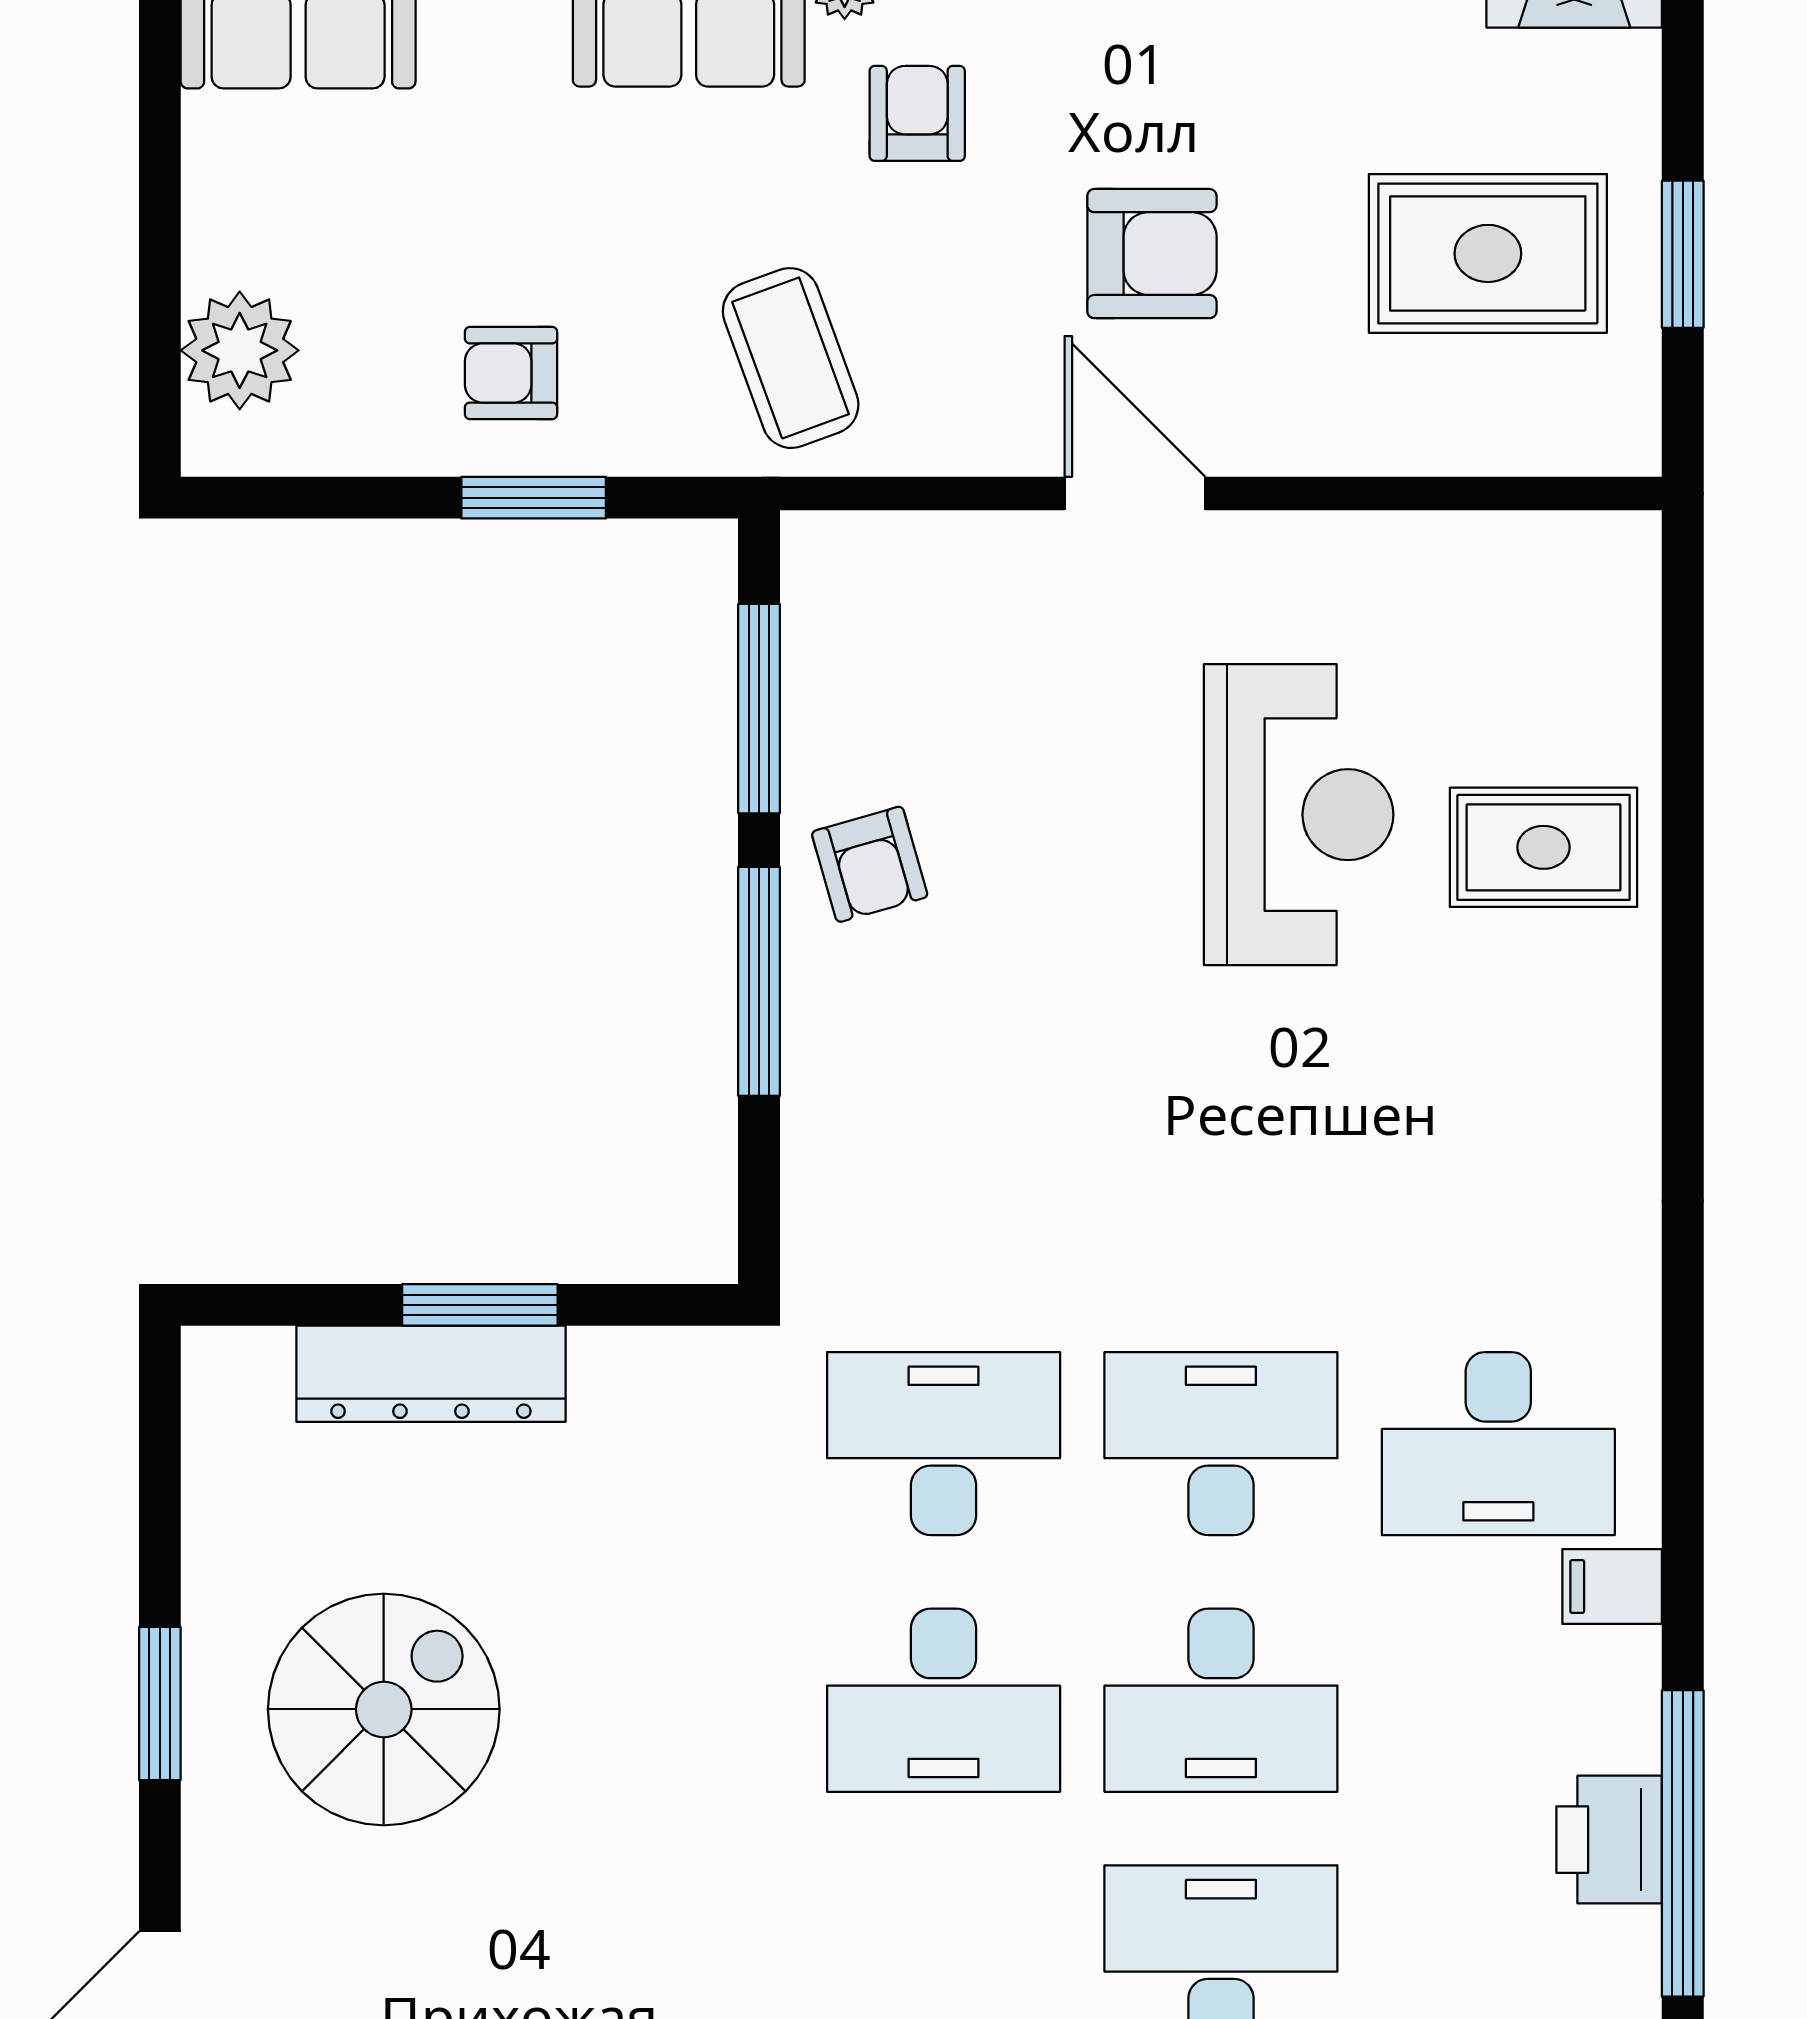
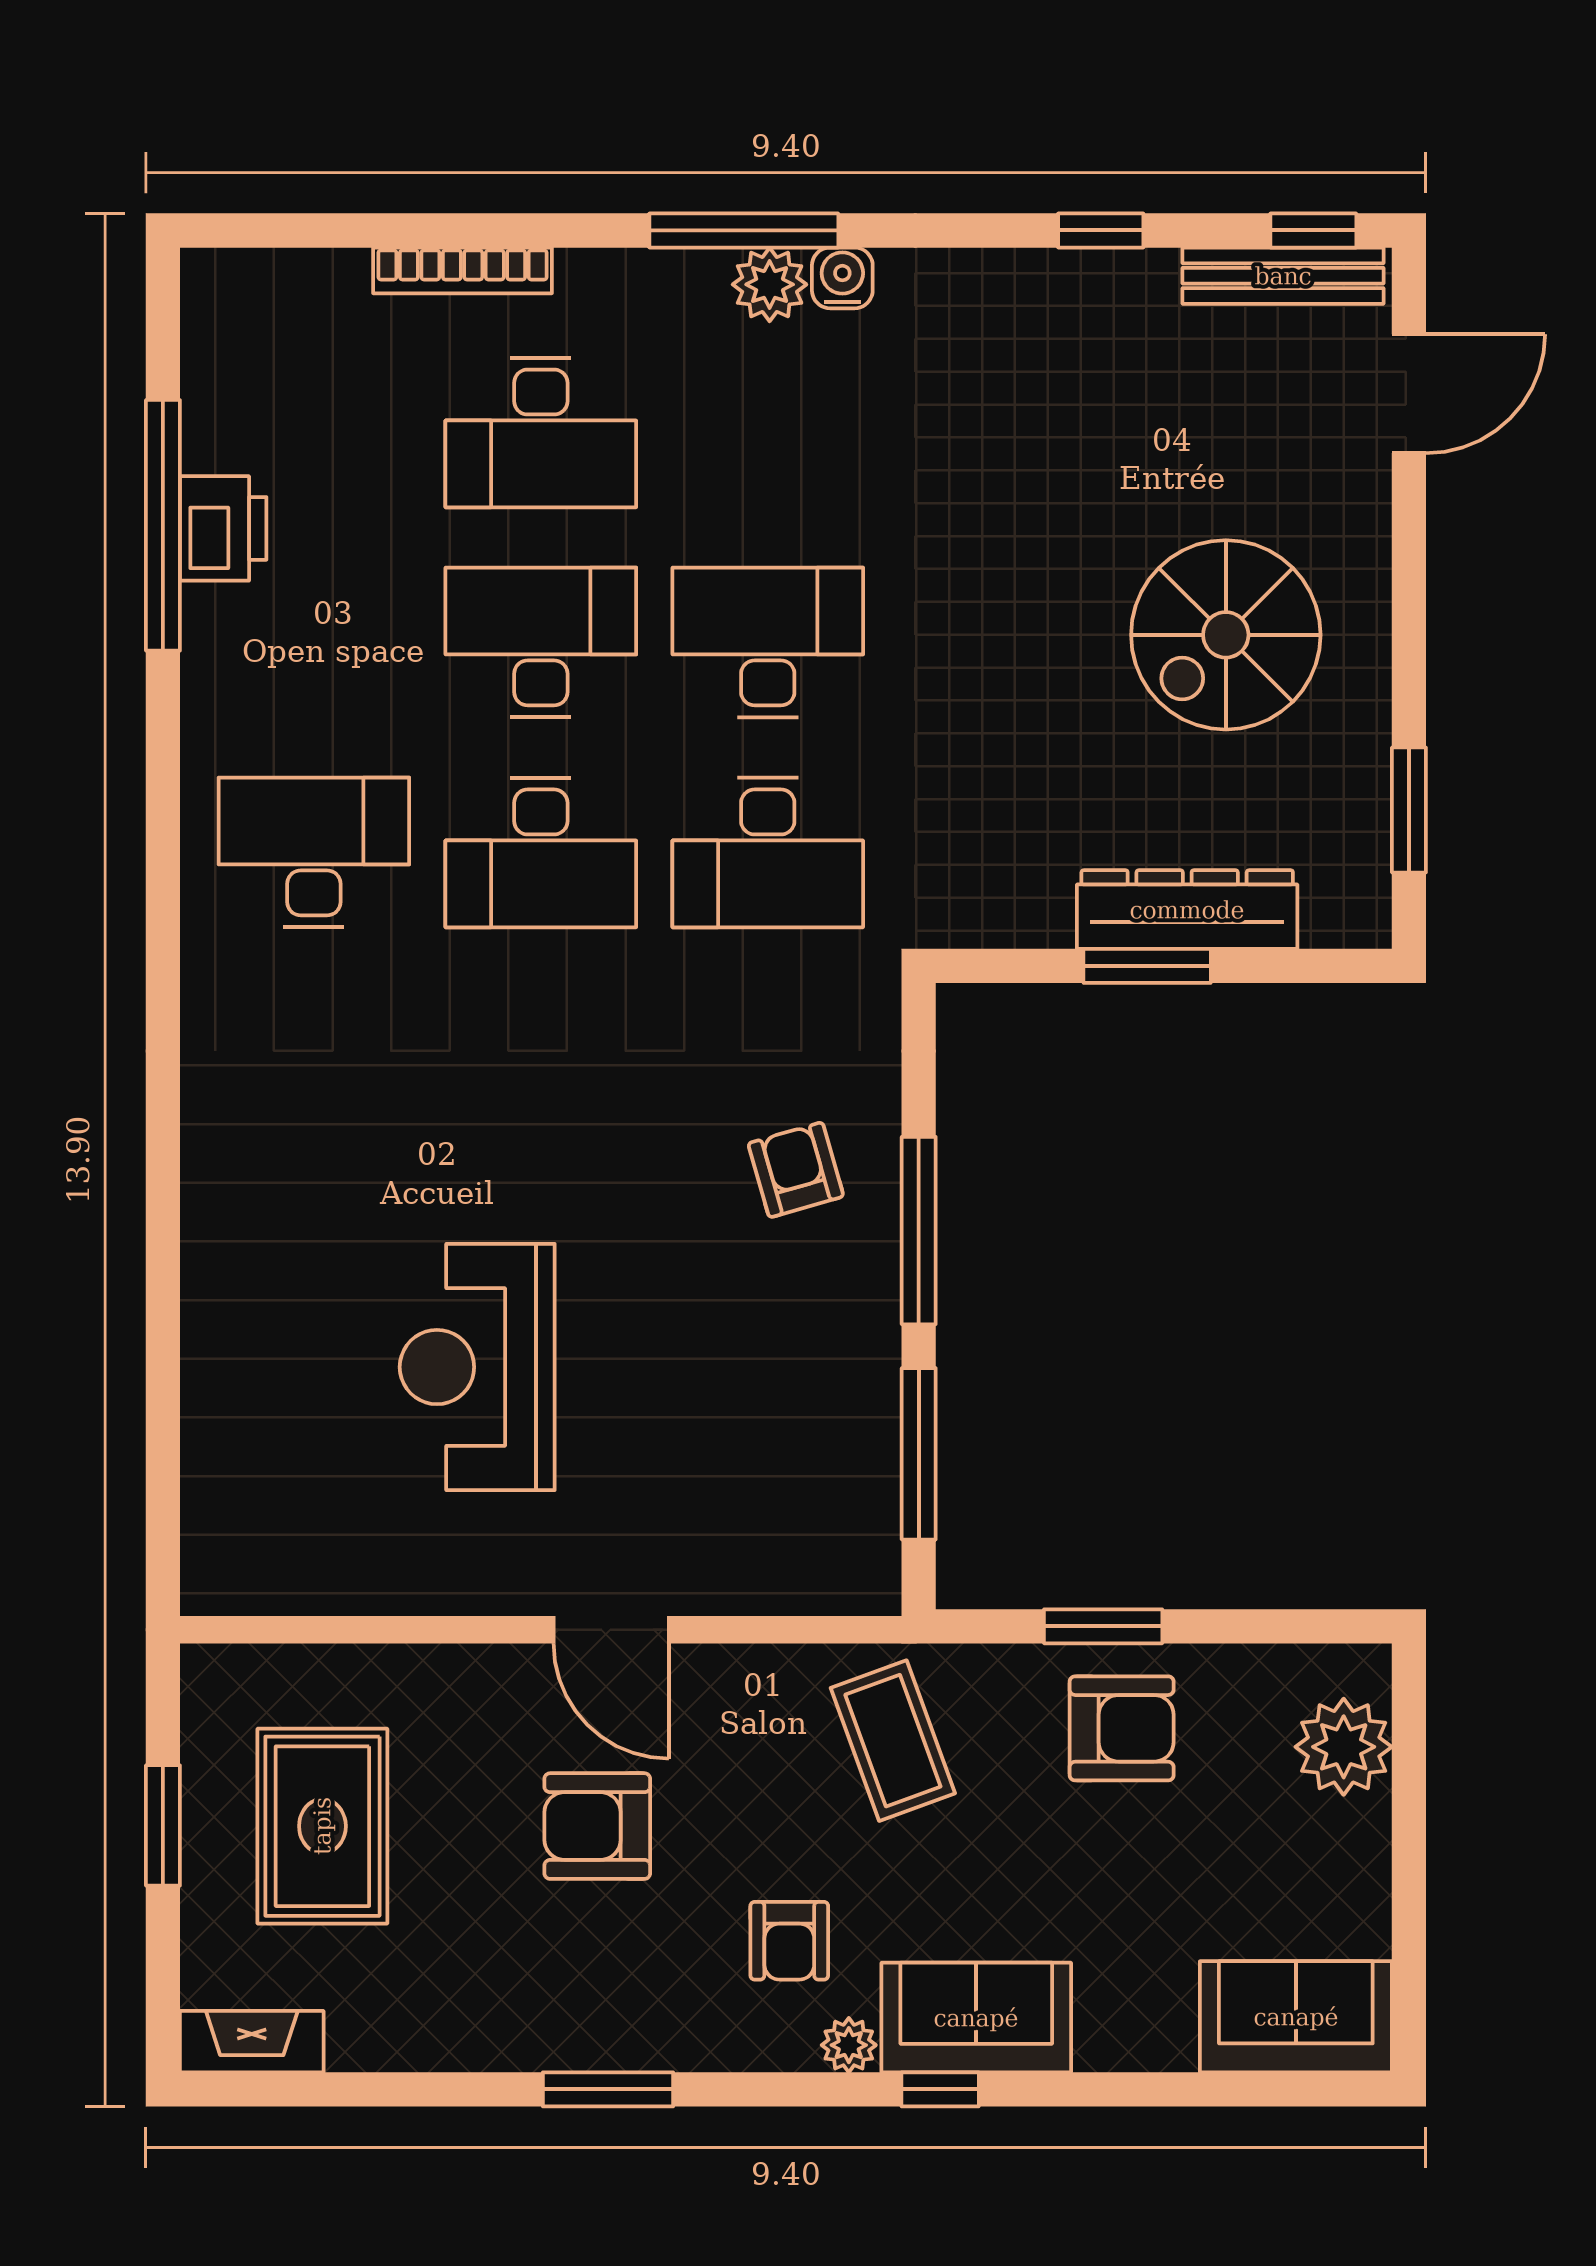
rug: (1488, 253) -> (322, 1826), turned 90
armchair: (511, 373) -> (1122, 1728), width x1.38, depth x1.38
rug: (1543, 847) -> (277, 1340), removed
armchair: (870, 864) -> (796, 1170), moved
filing cabinet: (1612, 1587) -> (221, 735), removed
window: (160, 1703) -> (1409, 810), moved

